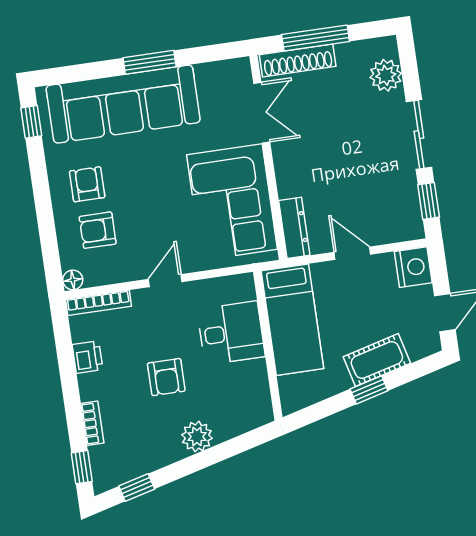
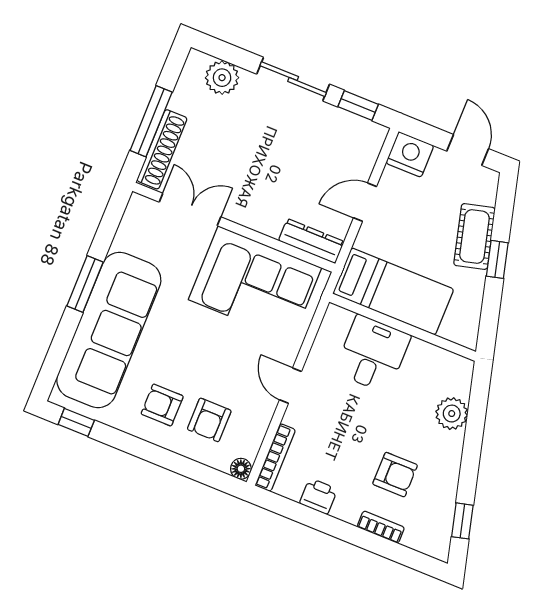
armchair: (166, 377) -> (395, 475), moved
plant: (197, 437) -> (452, 414), moved
window: (82, 467) -> (415, 560), removed

